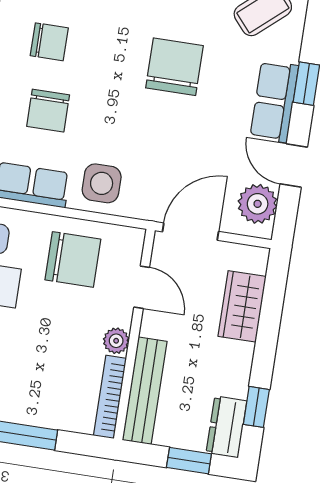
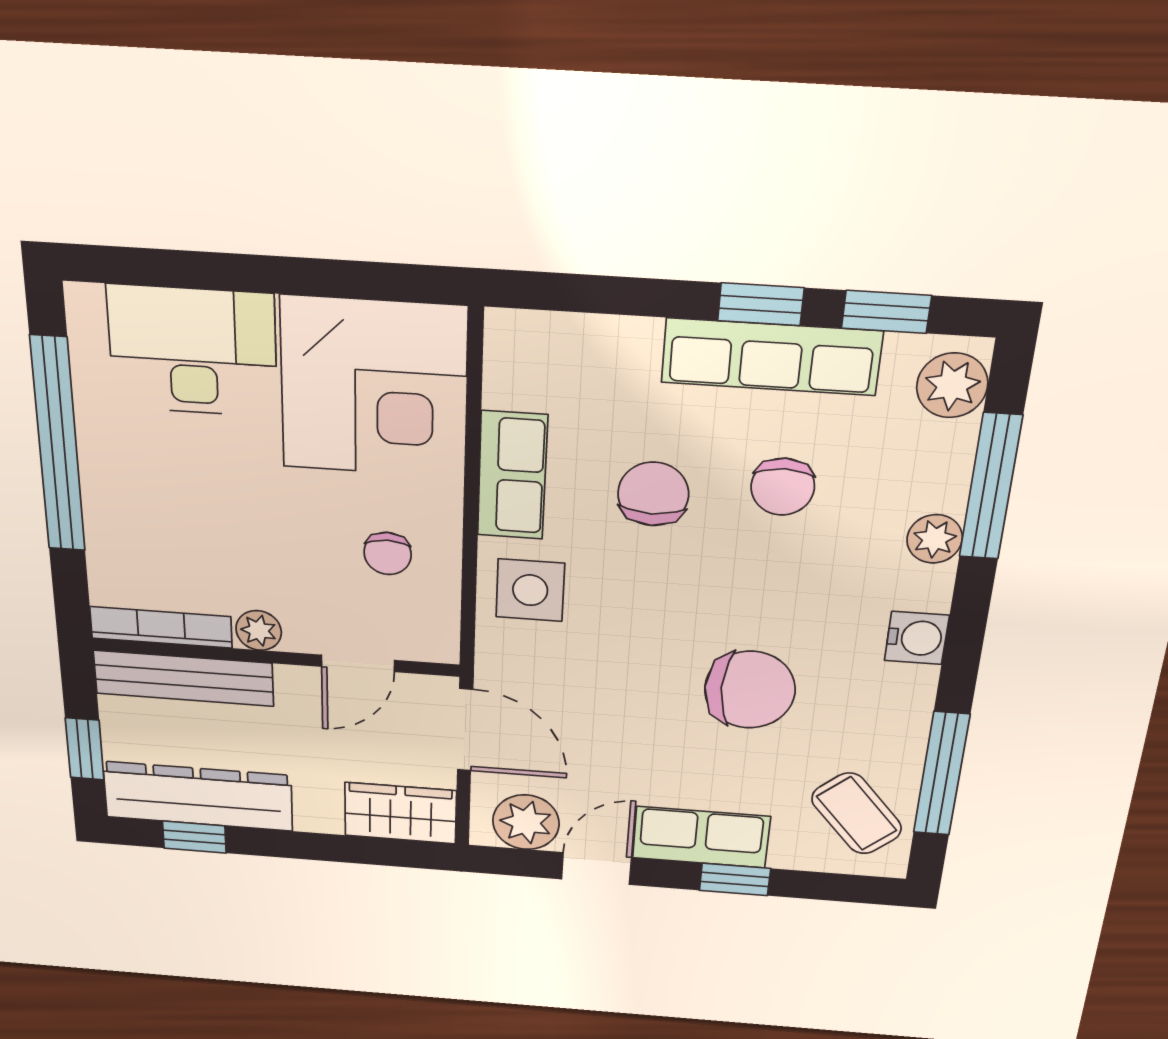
chair: (48, 111) -> (653, 494), turned 90
chair: (73, 259) -> (388, 554), width x0.54, depth x0.54
wardrobe: (242, 306) -> (400, 813), moved
dresser: (226, 427) -> (198, 796), width x1.96, depth x1.24

